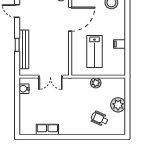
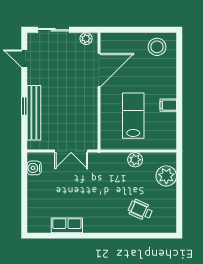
lab bench: (94, 52) -> (133, 116), turned 180
plant: (118, 105) -> (166, 176), moved

